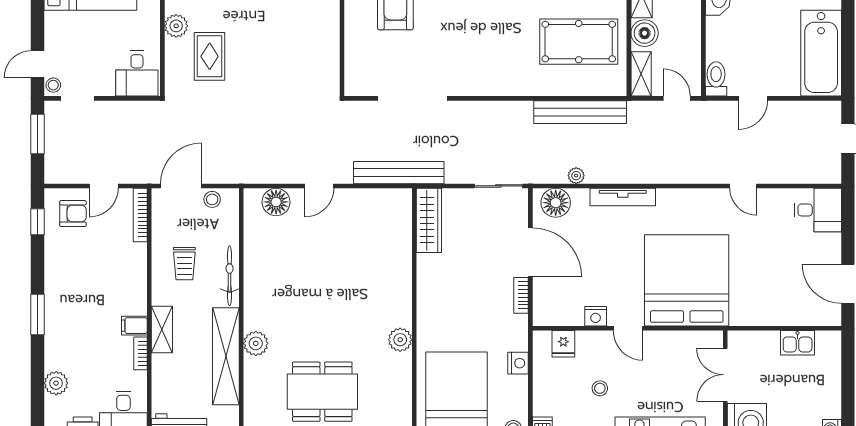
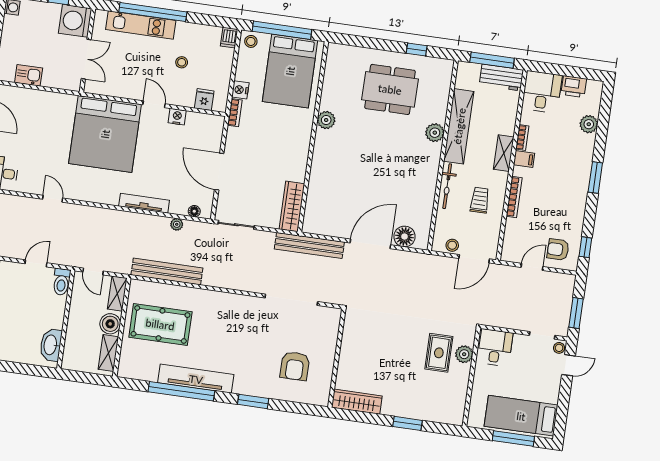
plant: (176, 26) -> (464, 354), moved
door: (319, 186) -> (370, 244), width x1.87
floor lamp: (556, 203) -> (194, 211), width x0.53, depth x0.53
bookcase: (140, 215) -> (514, 197), moved
bookcase: (521, 295) -> (235, 113), moved

